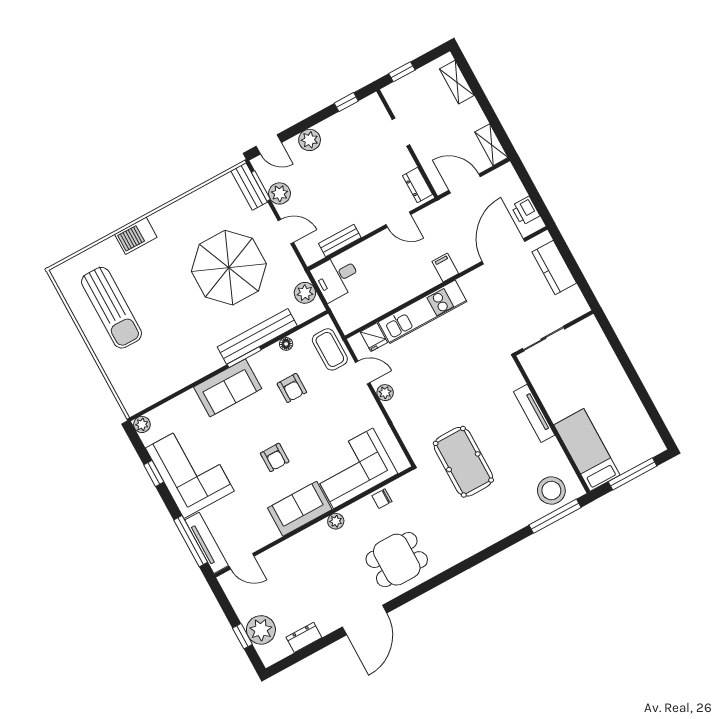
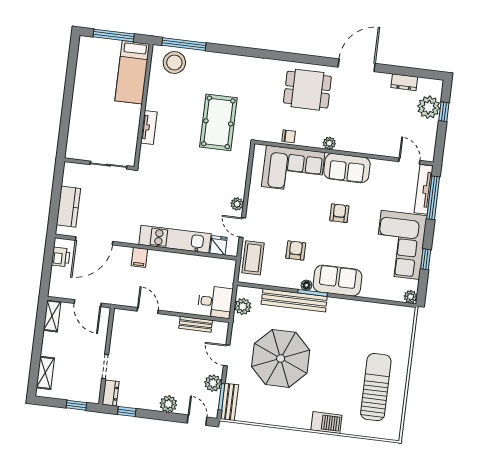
dresser: (417, 185) -> (111, 393), moved
floor lamp: (286, 344) -> (306, 285), moved
tv unit: (534, 413) -> (149, 127), width x0.71

